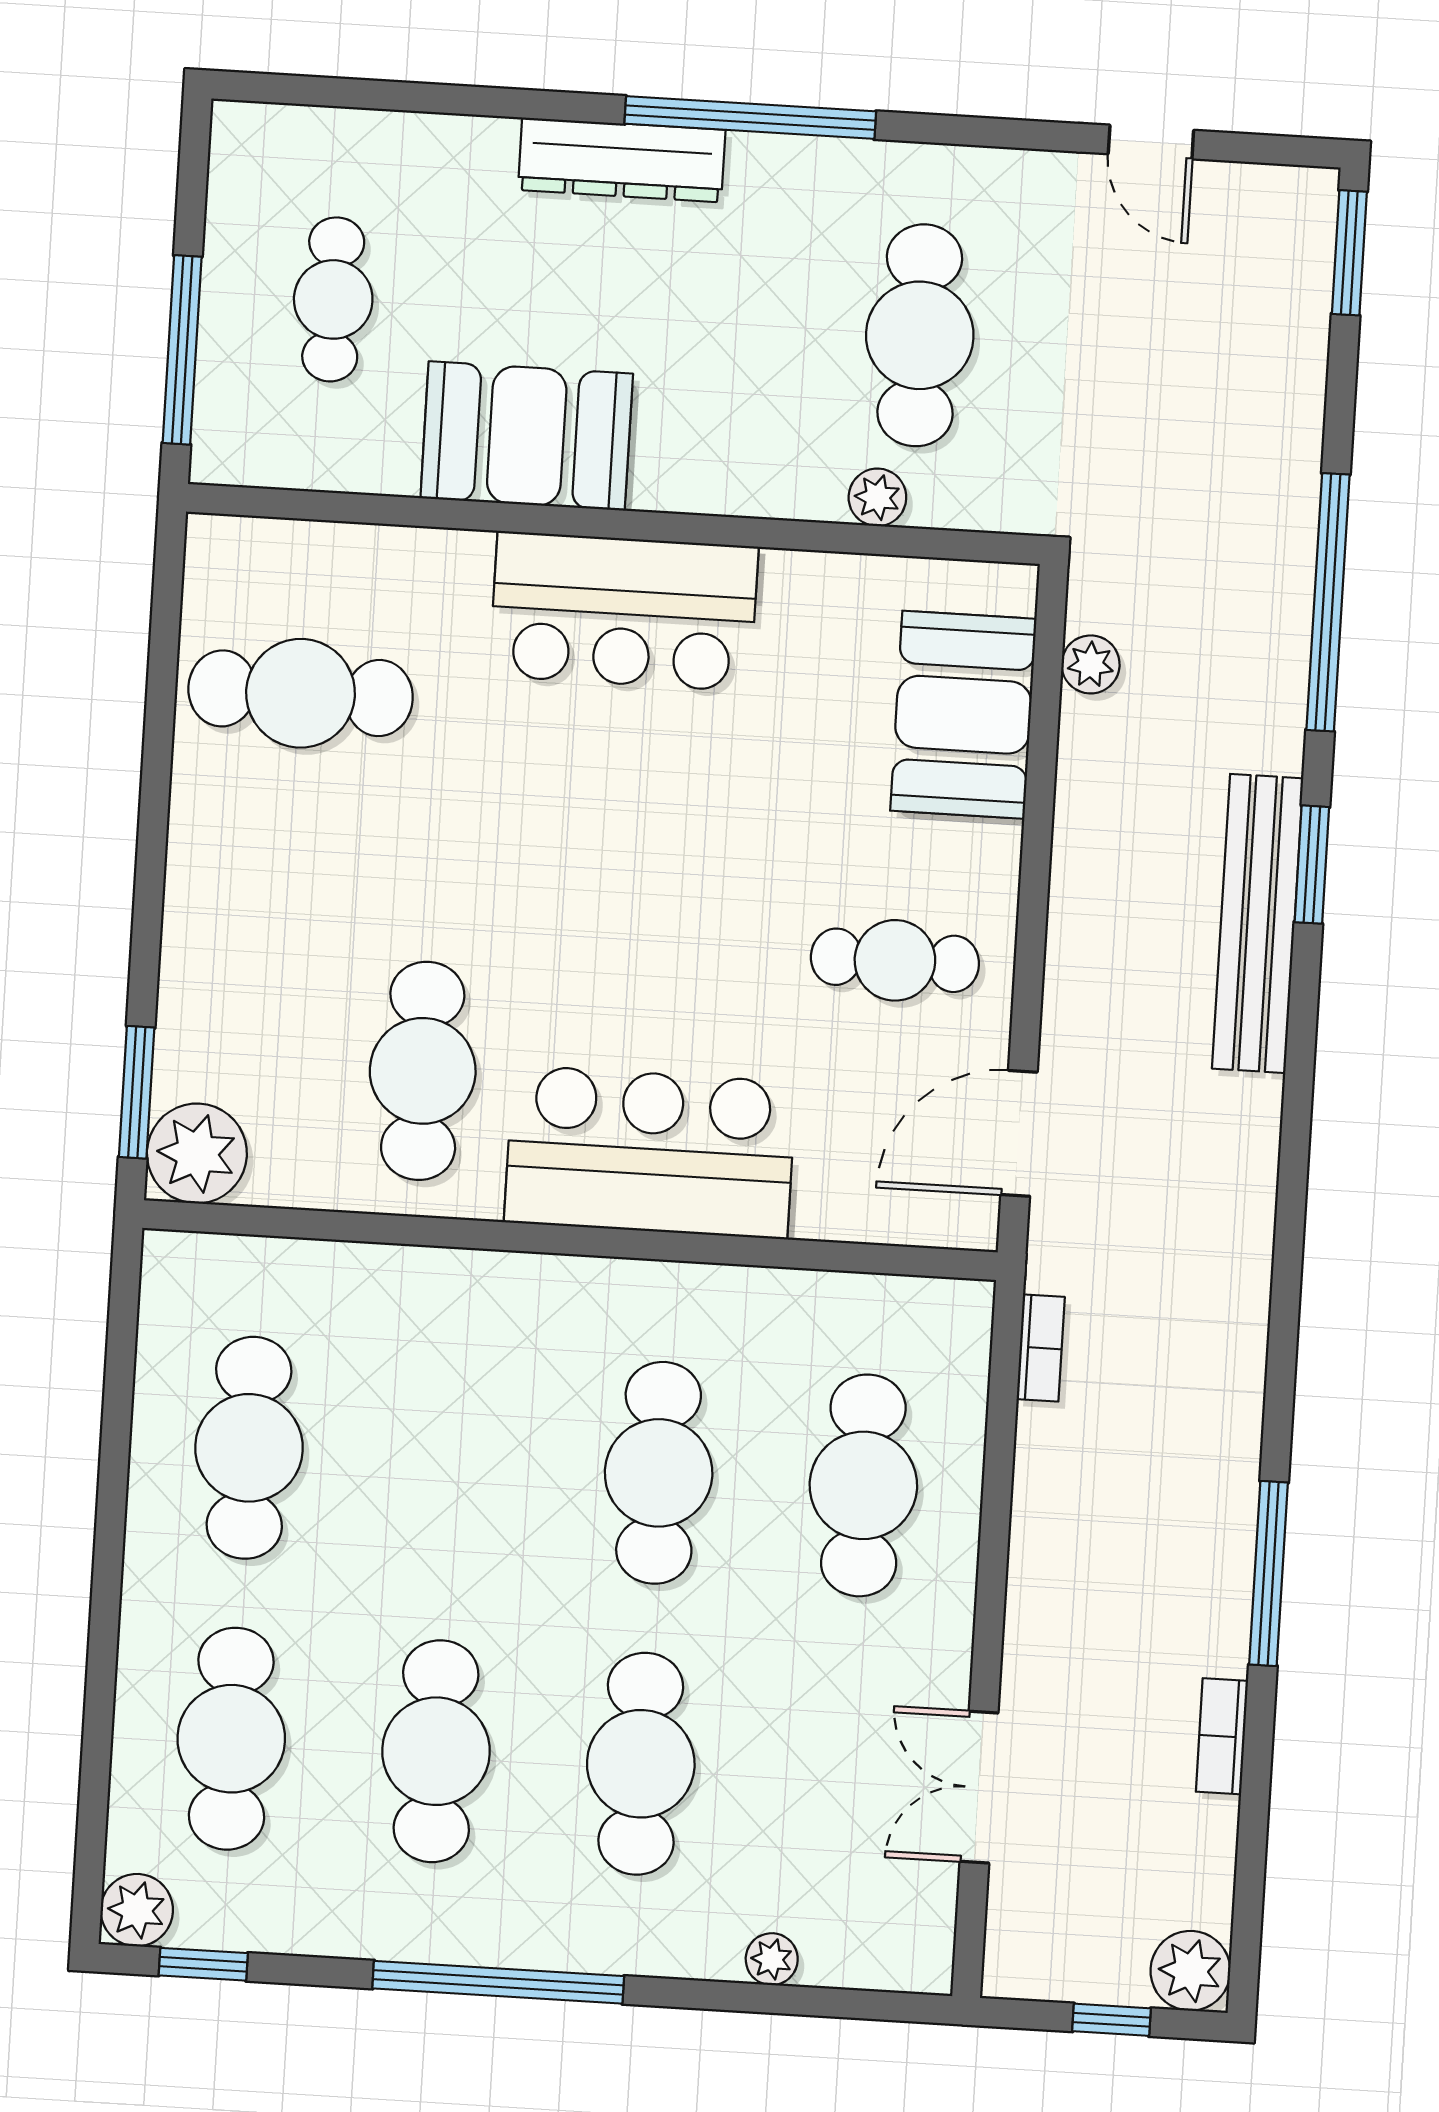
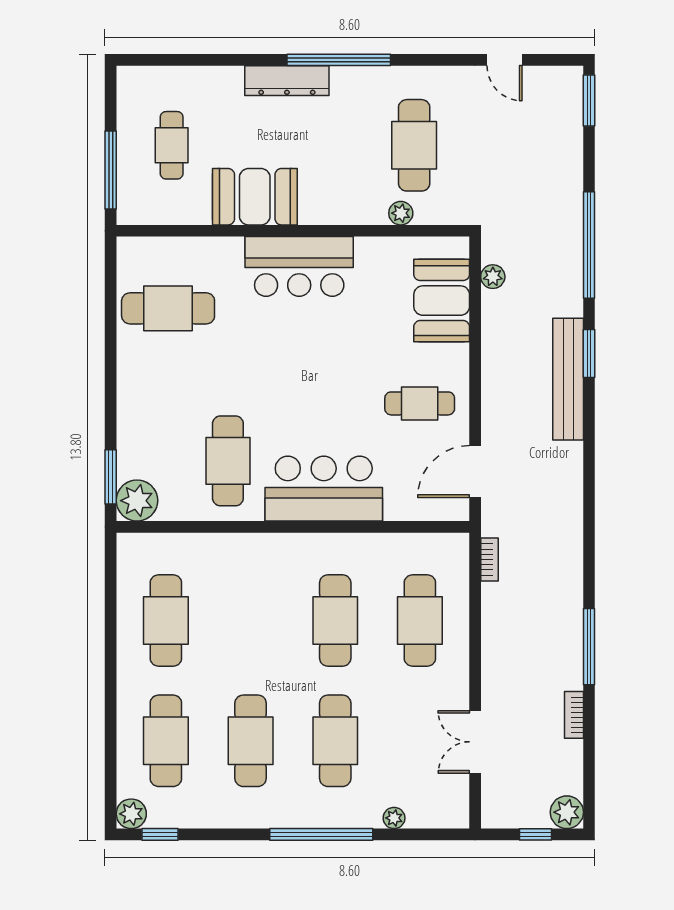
window: (498, 1982) -> (321, 834), moved

